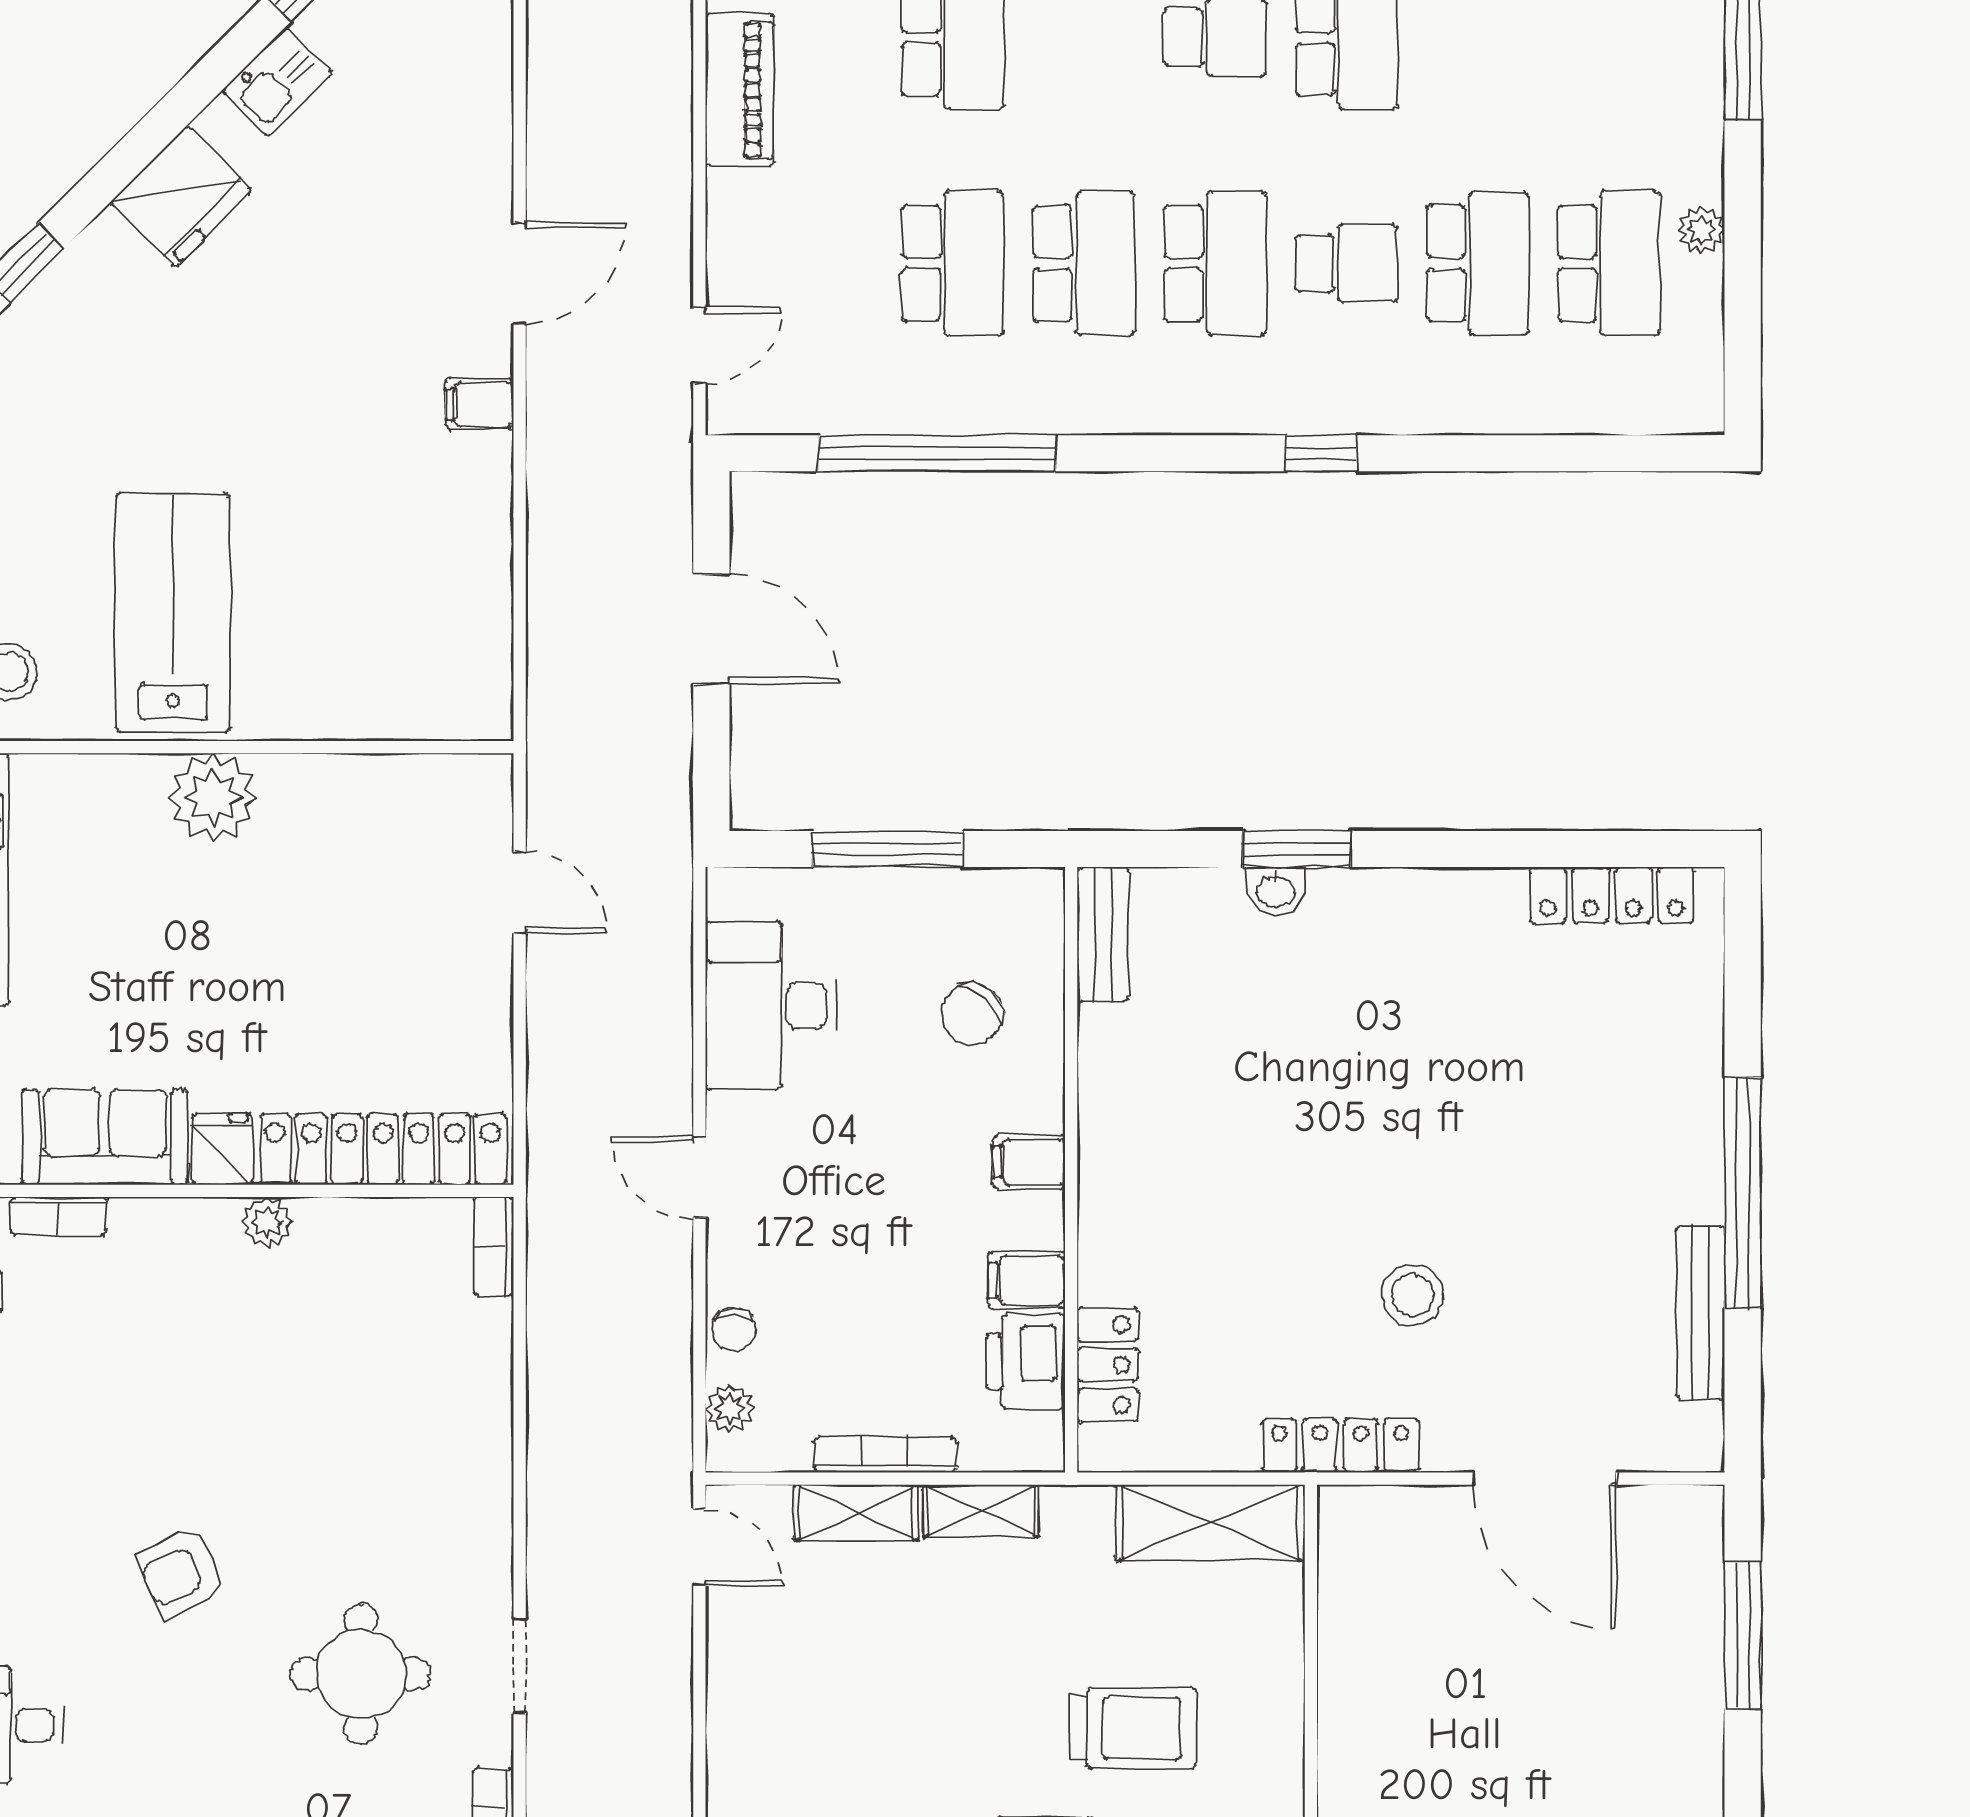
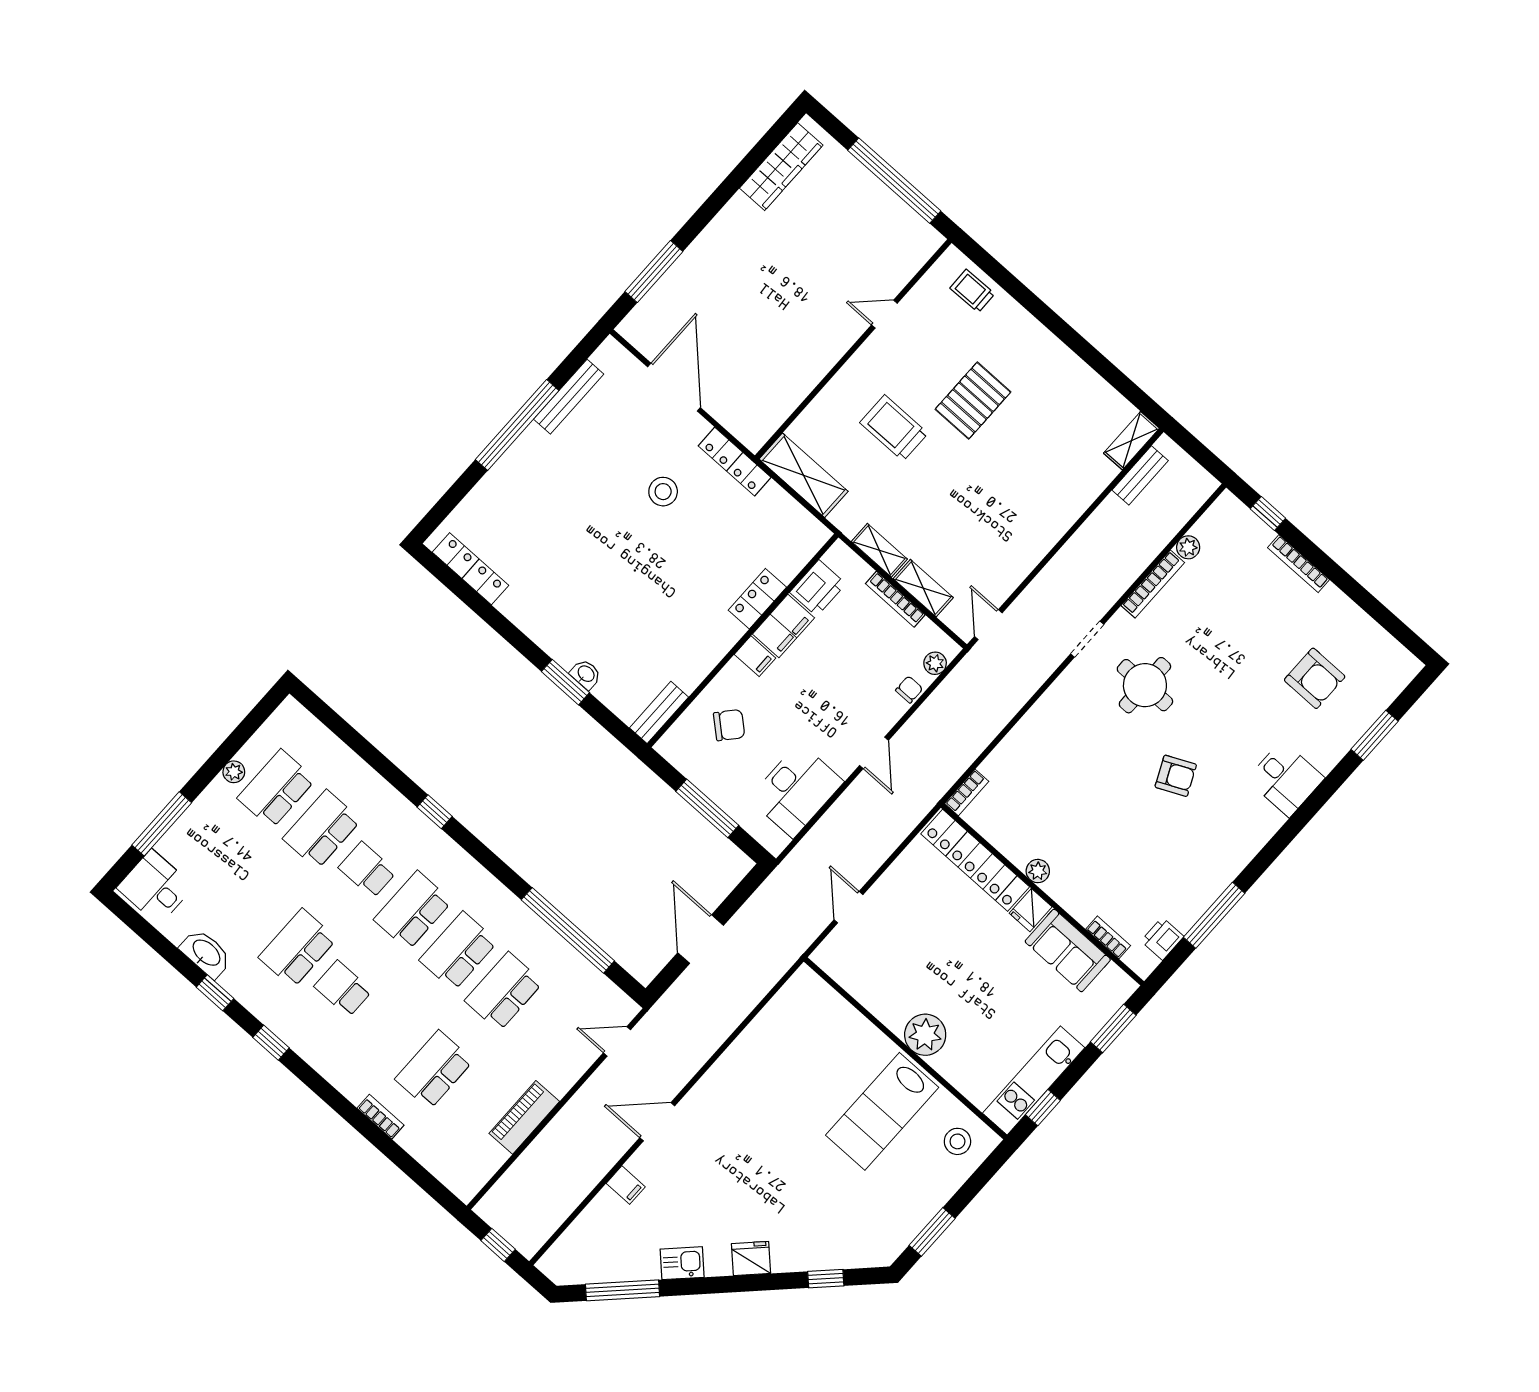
fridge: (181, 196) -> (751, 1258), width x0.73, depth x0.75
filing cabinet: (479, 404) -> (626, 1185), moved
filing cabinet: (1027, 1280) -> (783, 626), width x2.00
locker: (1108, 1365) -> (757, 599), moved

